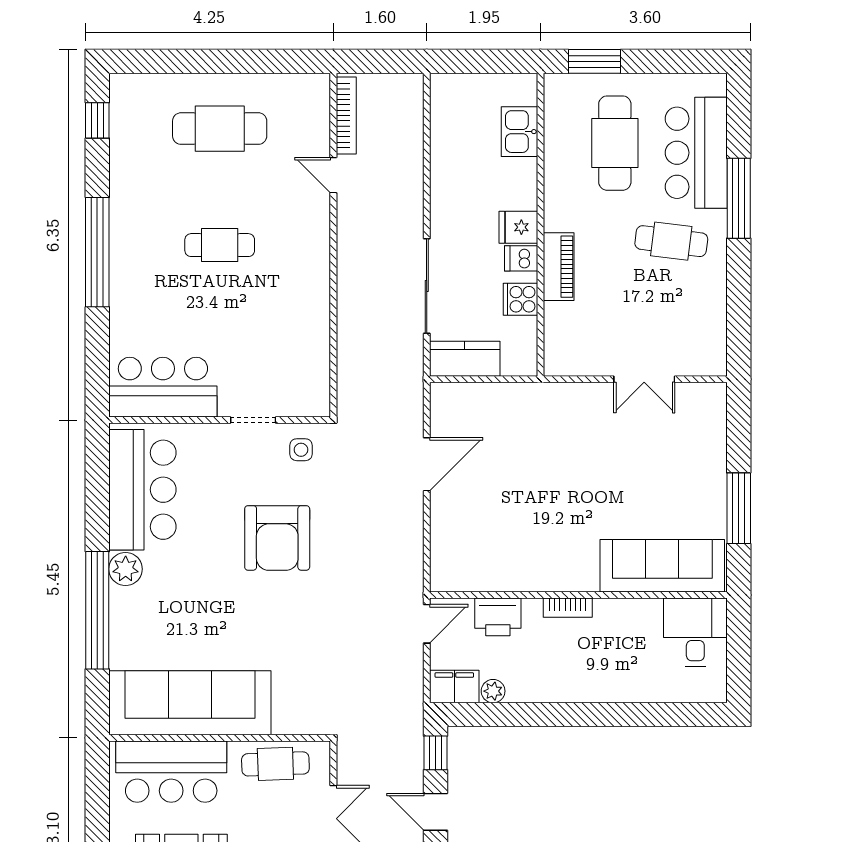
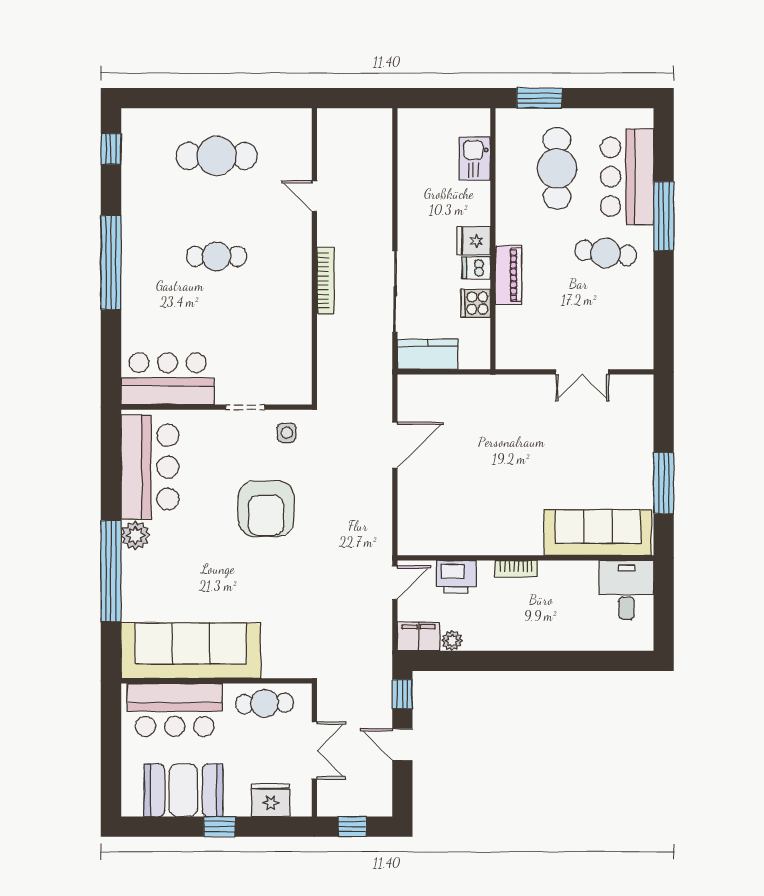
bookcase: (346, 116) -> (326, 281), moved

